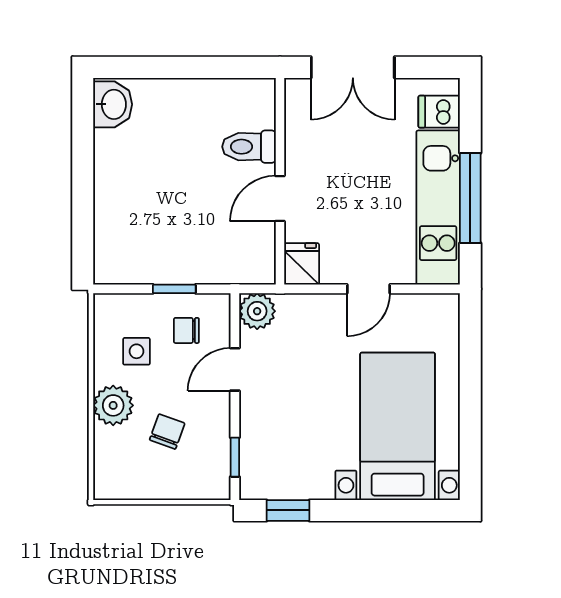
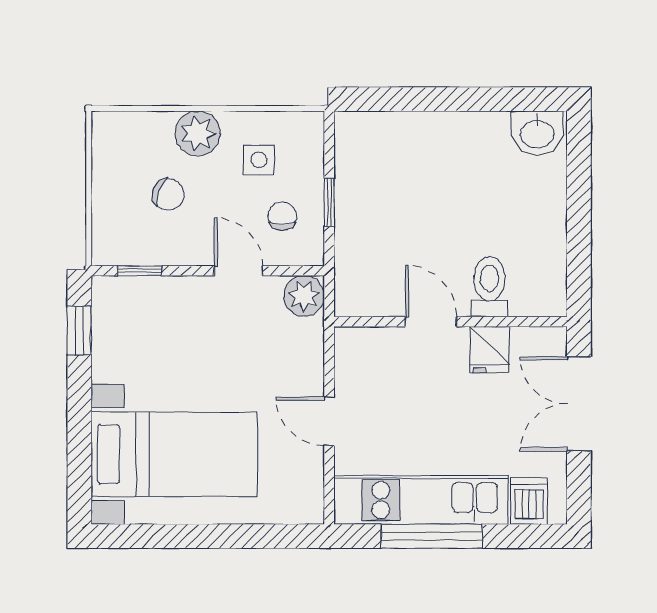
fridge: (302, 264) -> (490, 350), moved, turned 90

